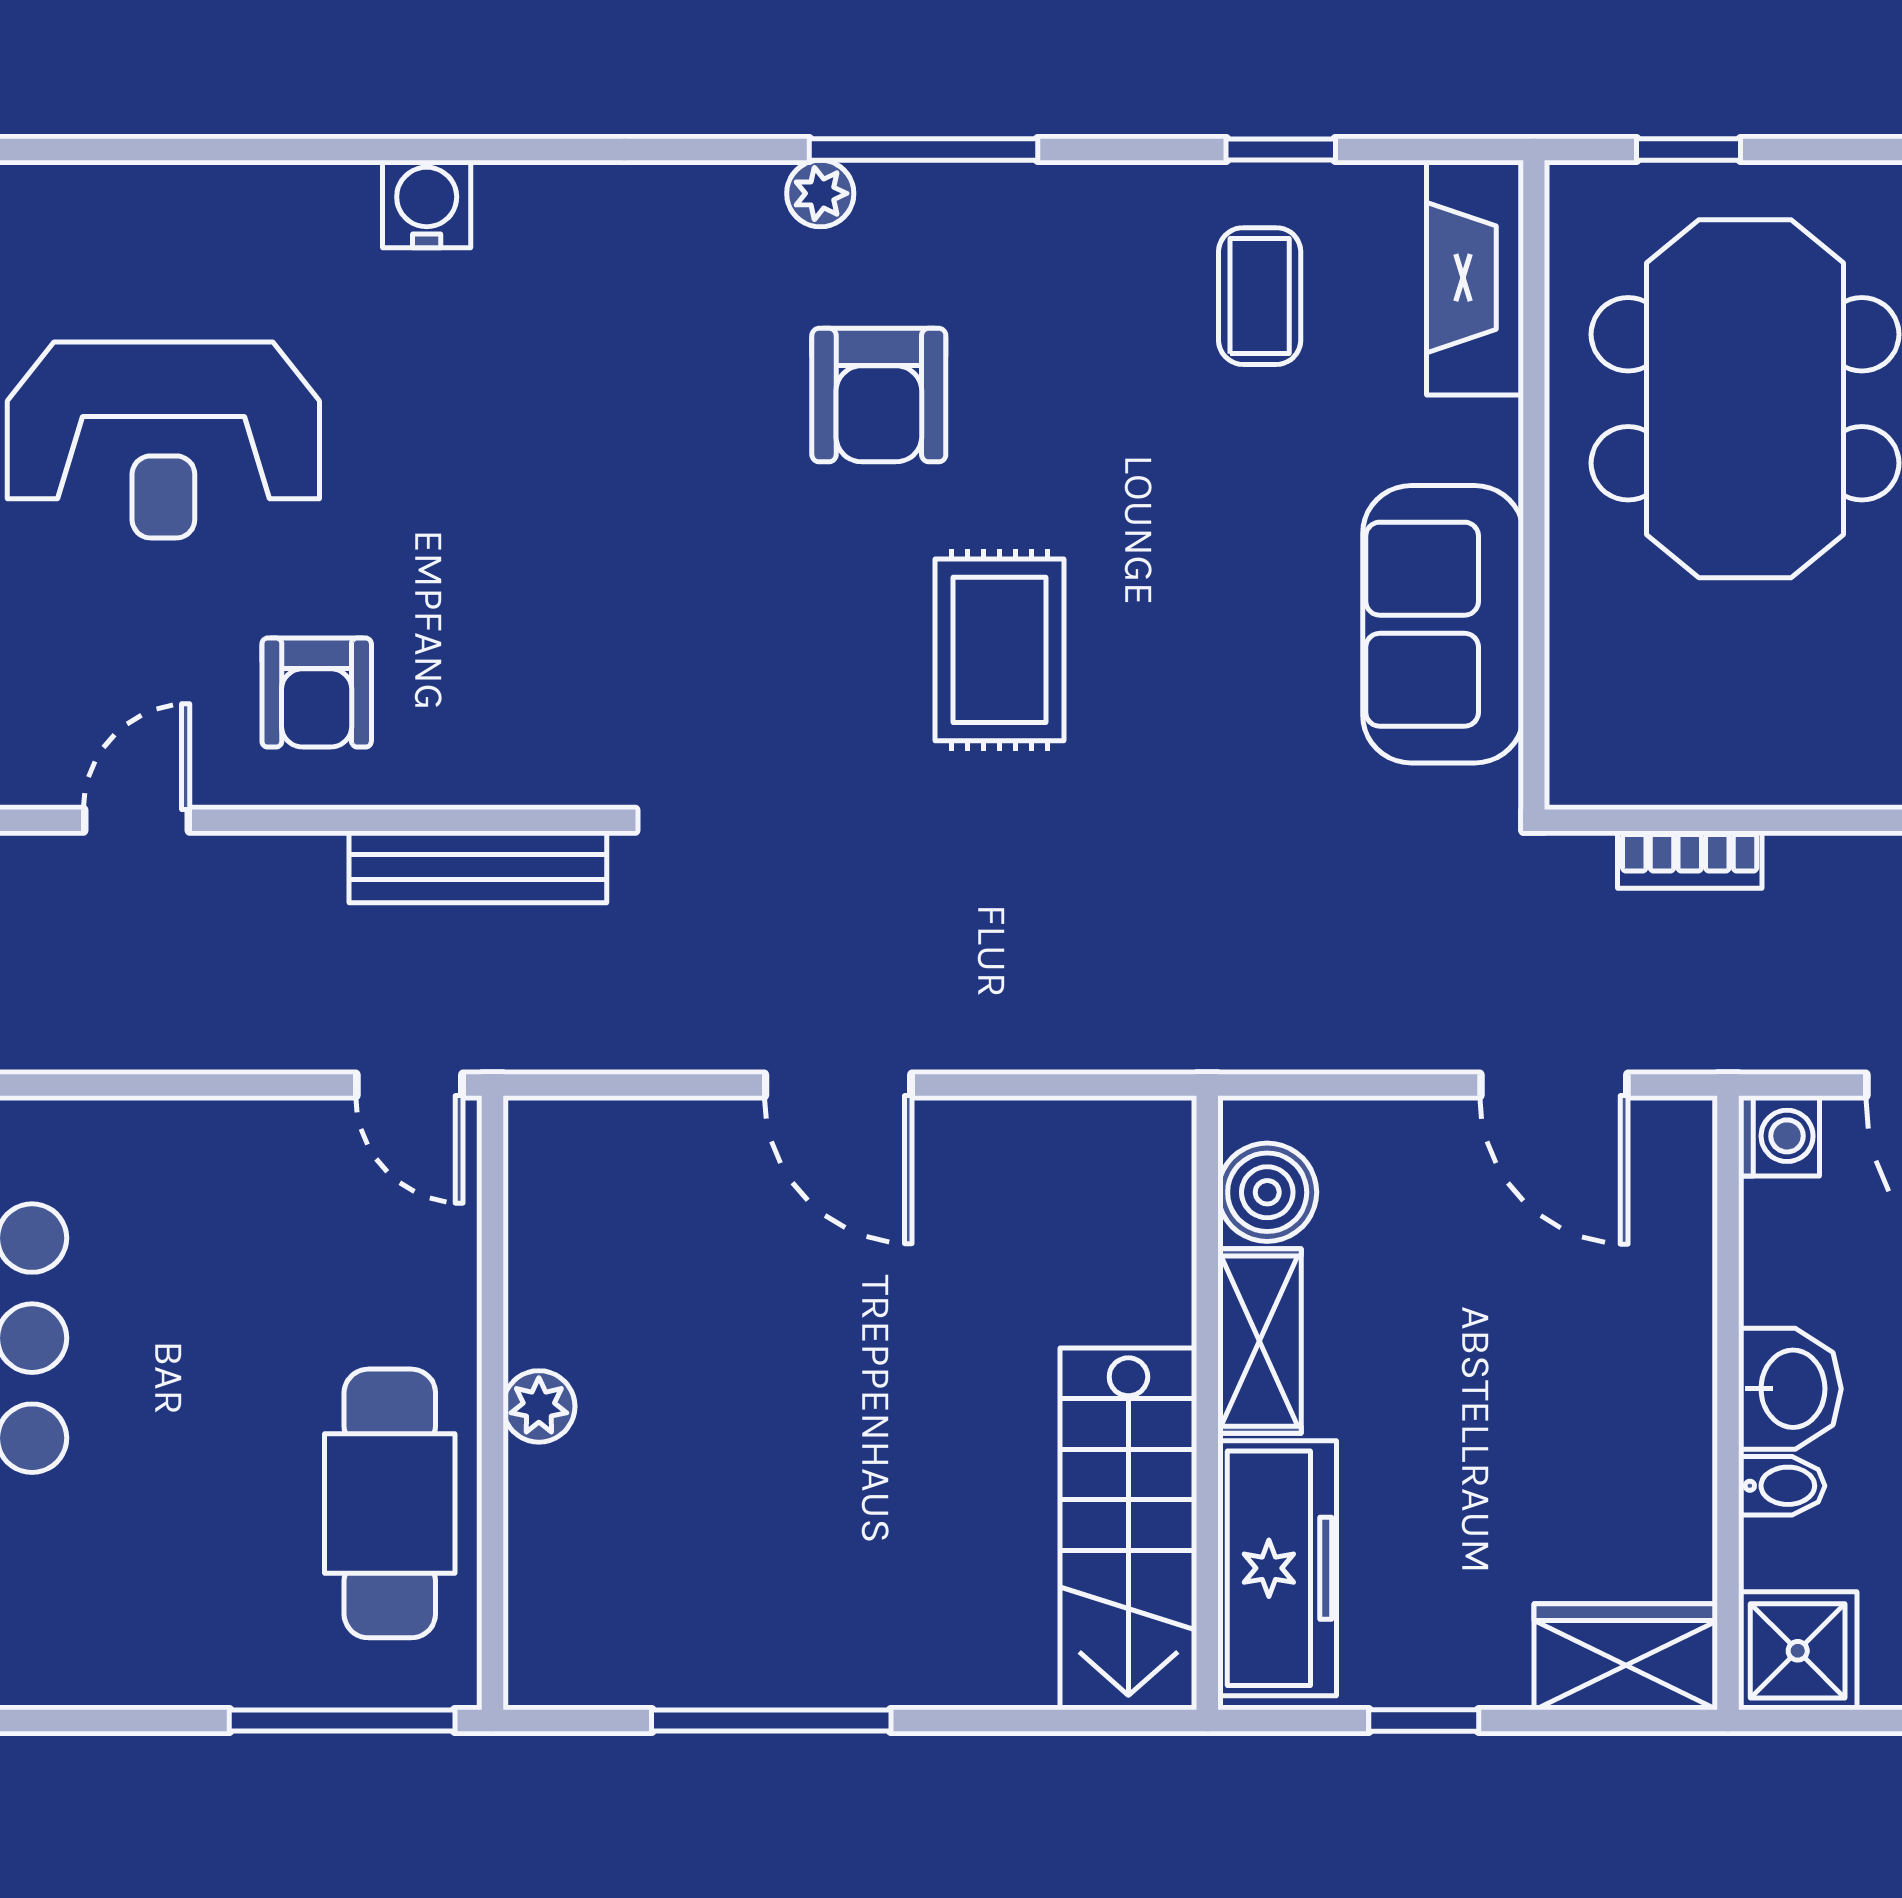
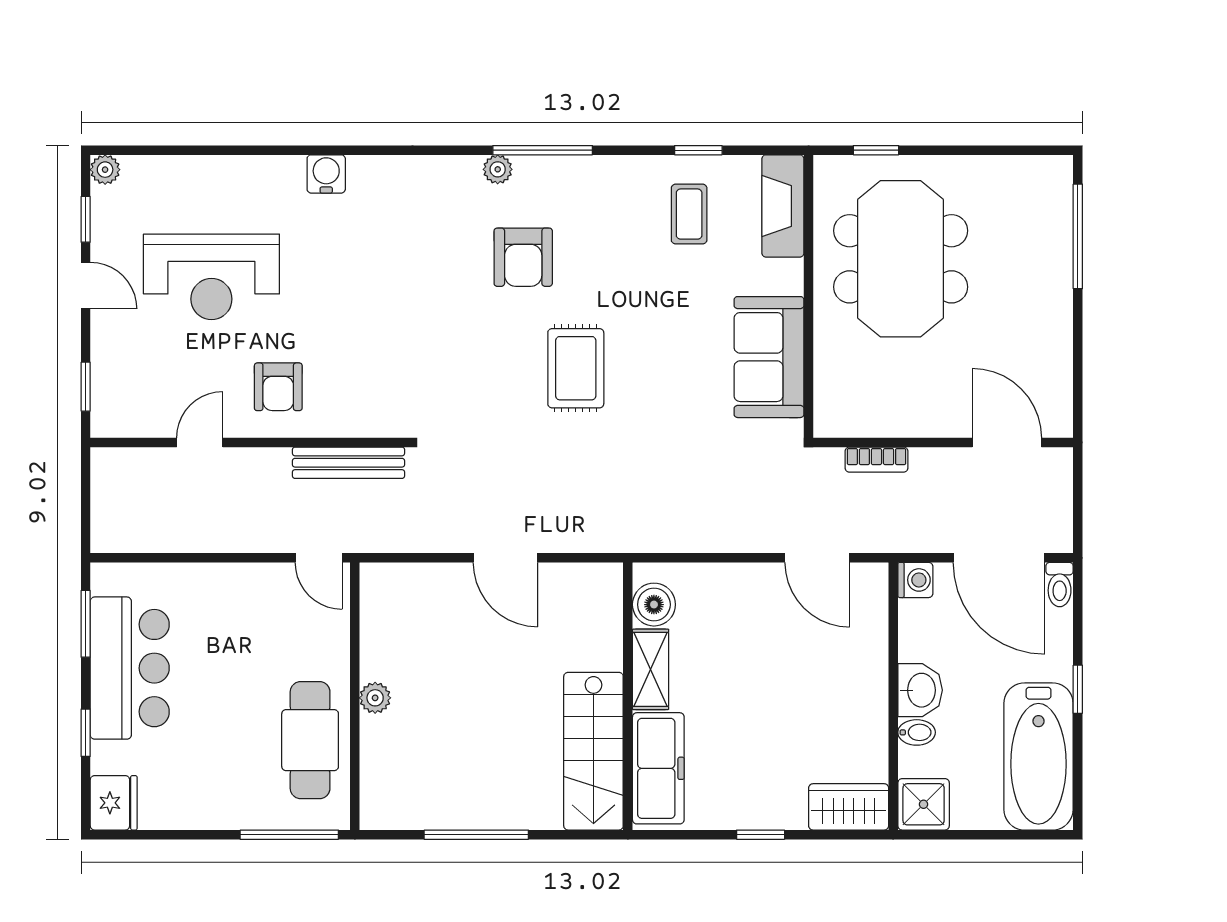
boiler: (1267, 1192) -> (654, 605), moved
shelving: (1259, 1341) -> (651, 669), moved
wall: (1207, 1403) -> (628, 696), moved
stairs: (1128, 1529) -> (593, 751), moved
freezer: (1277, 1568) -> (658, 768), moved

